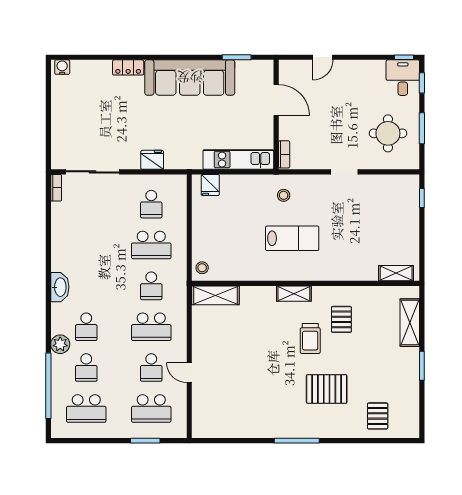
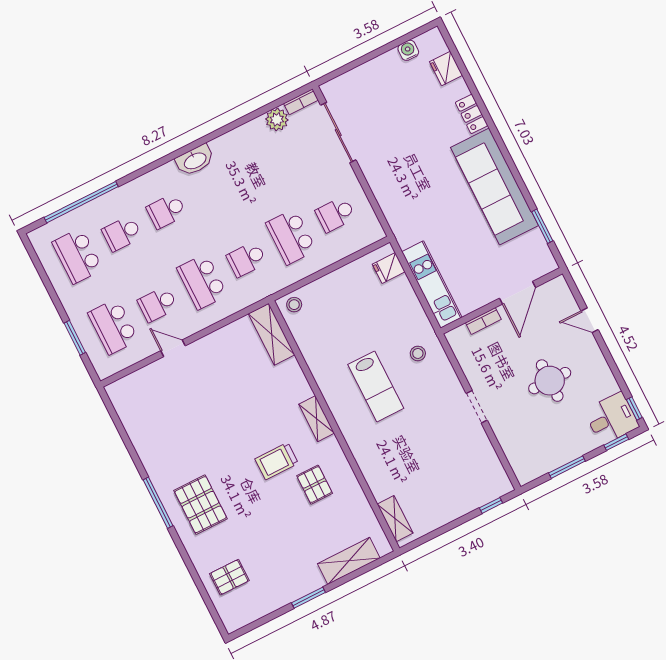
water cooler: (62, 67) -> (408, 50), moved, turned -90
round table: (388, 133) -> (550, 381), moved
bookcase: (284, 154) -> (483, 321), moved
fridge: (152, 160) -> (446, 69), moved, turned 180
pallet: (341, 319) -> (315, 485), turned 90
plant: (60, 344) -> (277, 119), moved
door: (189, 373) -> (173, 348), hinge flipped
pallet: (327, 389) -> (201, 505), moved

